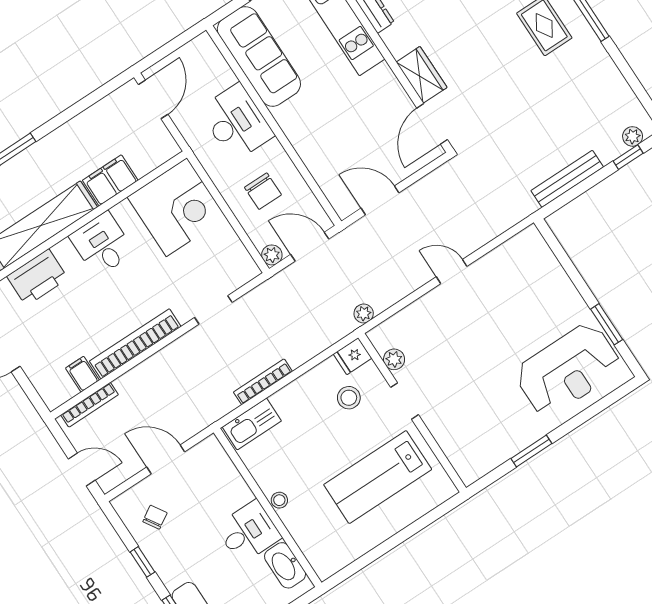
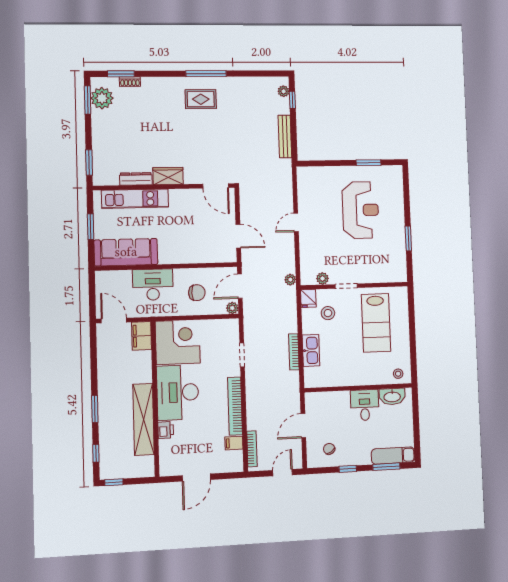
wardrobe: (422, 75) -> (168, 176), moved
filing cabinet: (110, 180) -> (142, 336), moved
door: (380, 200) -> (238, 236), swing flipped
desk: (102, 244) -> (178, 392), width x1.87, depth x1.30
printer: (37, 277) -> (166, 430), width x0.53, depth x0.68
reception desk: (568, 370) -> (361, 210), moved
kitchen sink: (252, 424) -> (311, 350), moved
stool: (279, 500) -> (398, 374), moved

